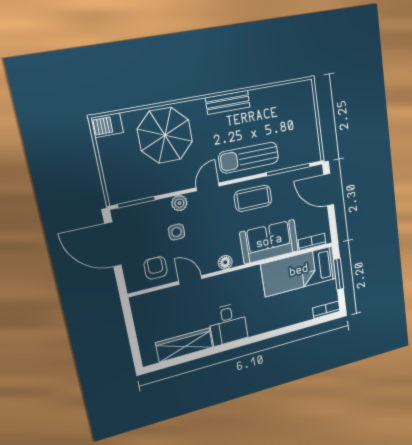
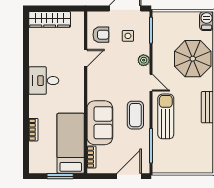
side table: (176, 232) -> (128, 36), moved
floor lamp: (225, 262) -> (92, 86), removed
bookcase: (326, 310) -> (33, 130), moved
wardrobe: (184, 345) -> (50, 19), moved, turned 90

